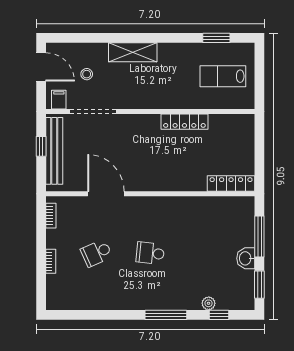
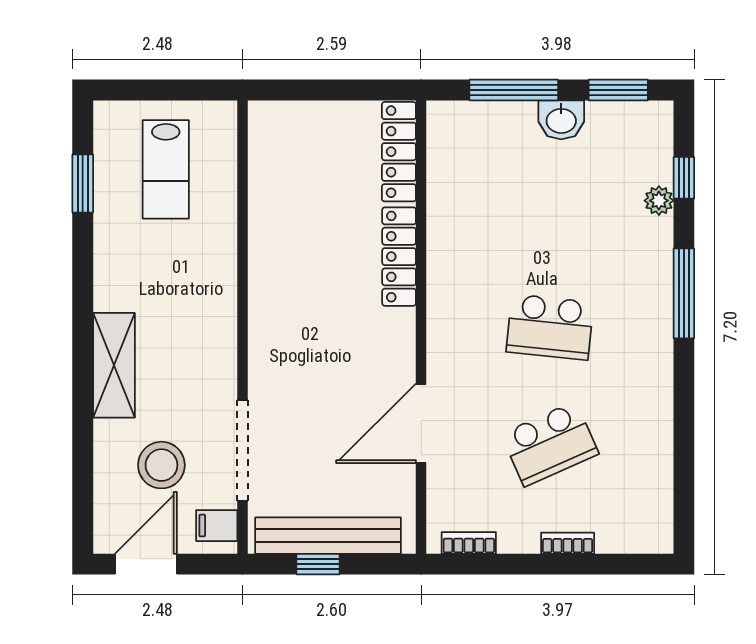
stool: (87, 74) -> (161, 465), width x1.89, depth x1.89
locker: (184, 122) -> (399, 257), moved, turned 180
school desk: (96, 253) -> (550, 444), width x1.85
school desk: (150, 253) -> (550, 327), width x1.85

